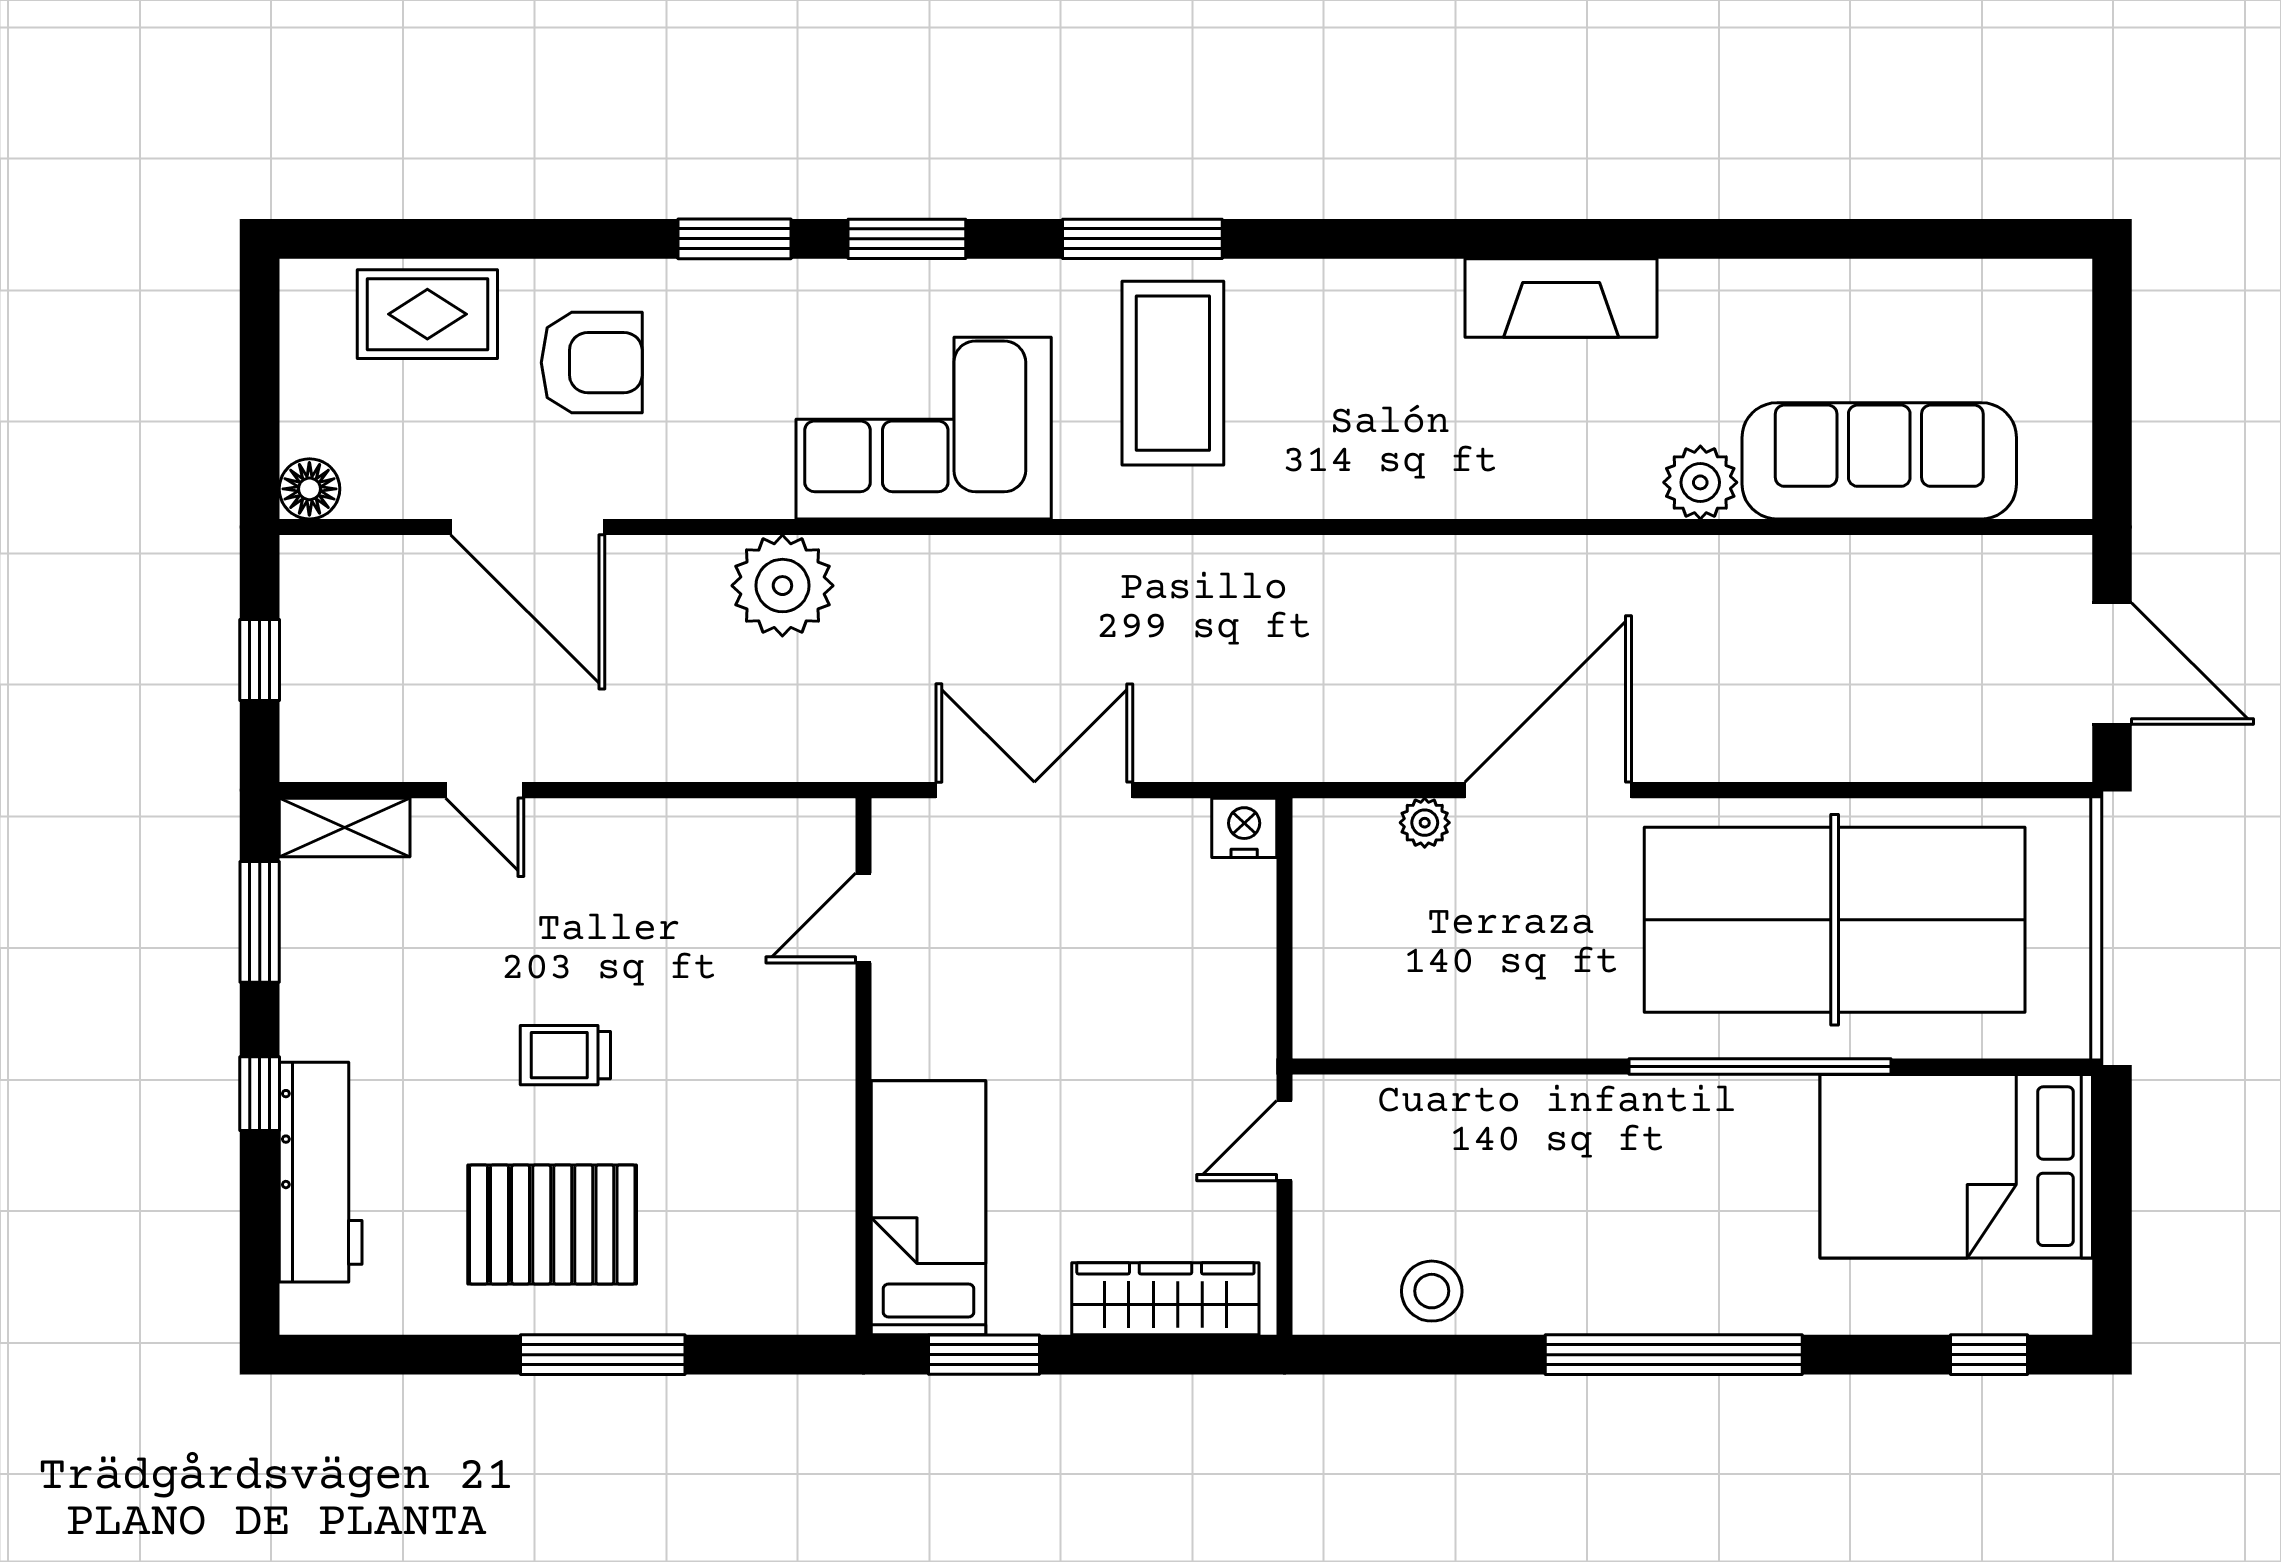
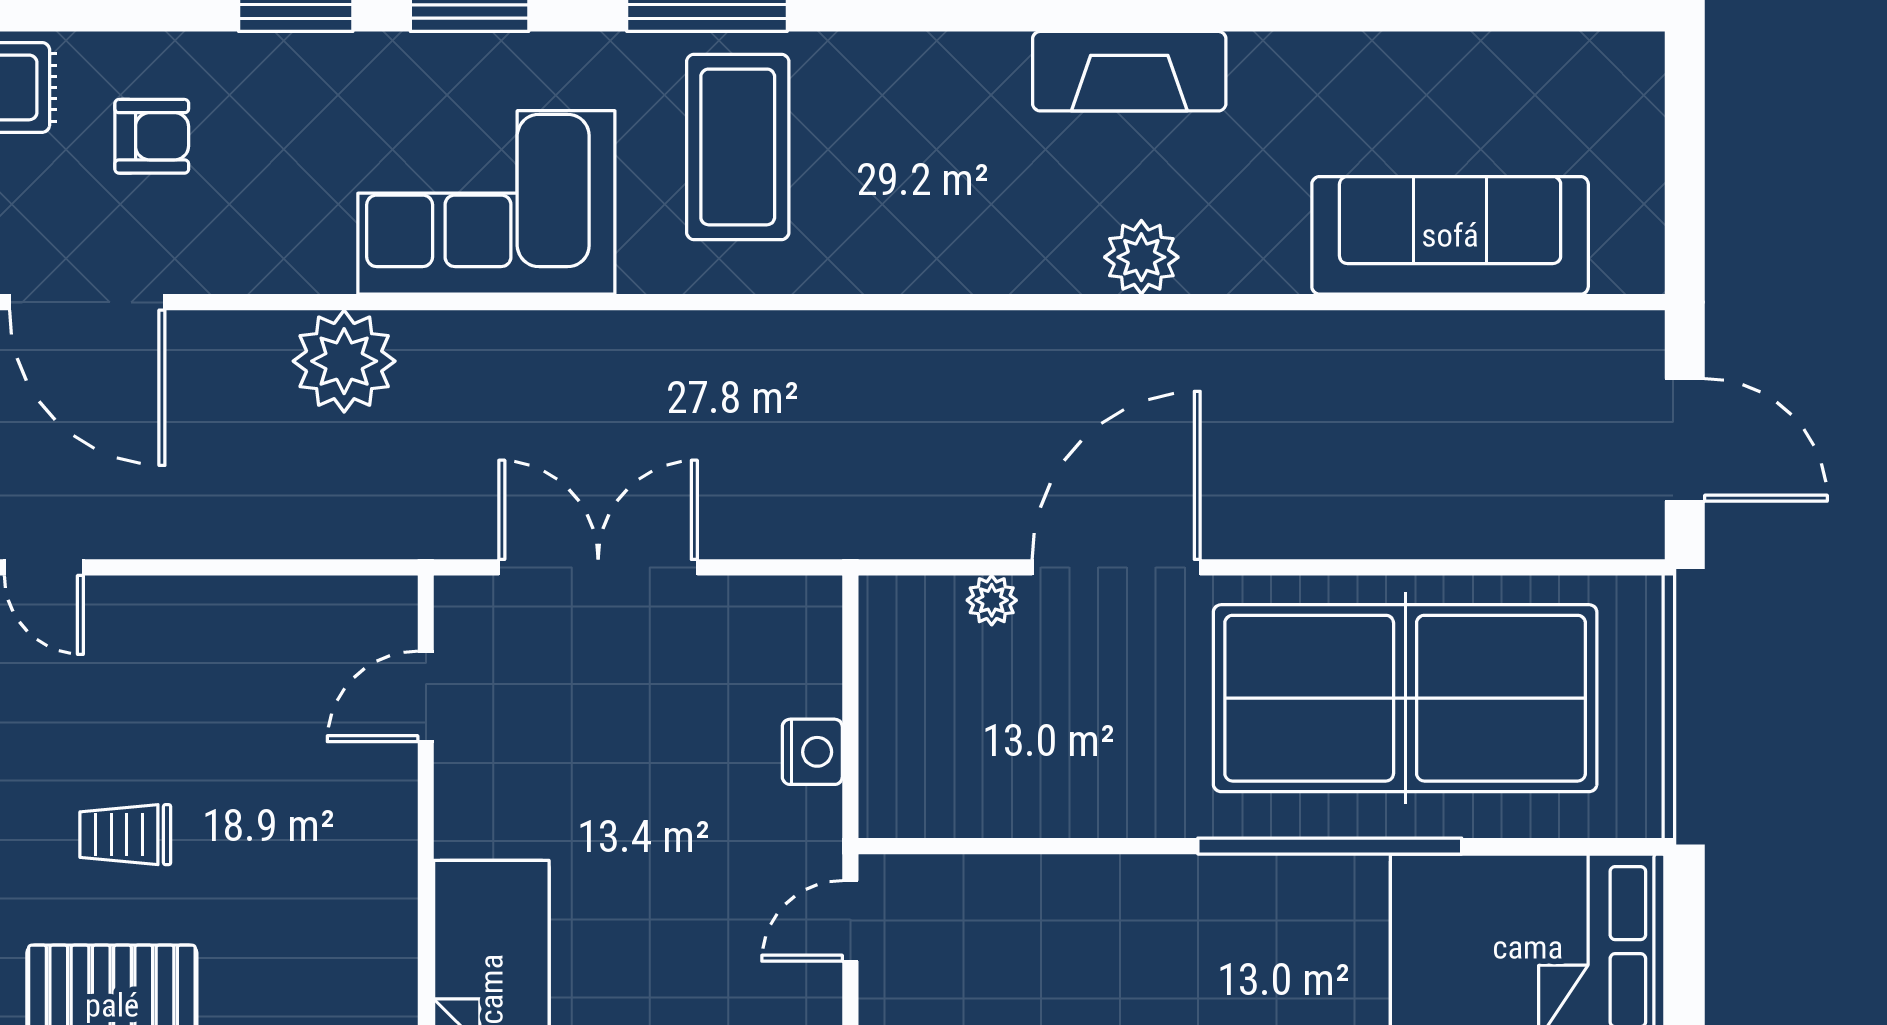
armchair: (592, 363) -> (152, 136), width x0.72, depth x0.72
plant: (1700, 482) -> (1141, 257), moved
nightstand: (1244, 828) -> (812, 752), moved, turned 90

